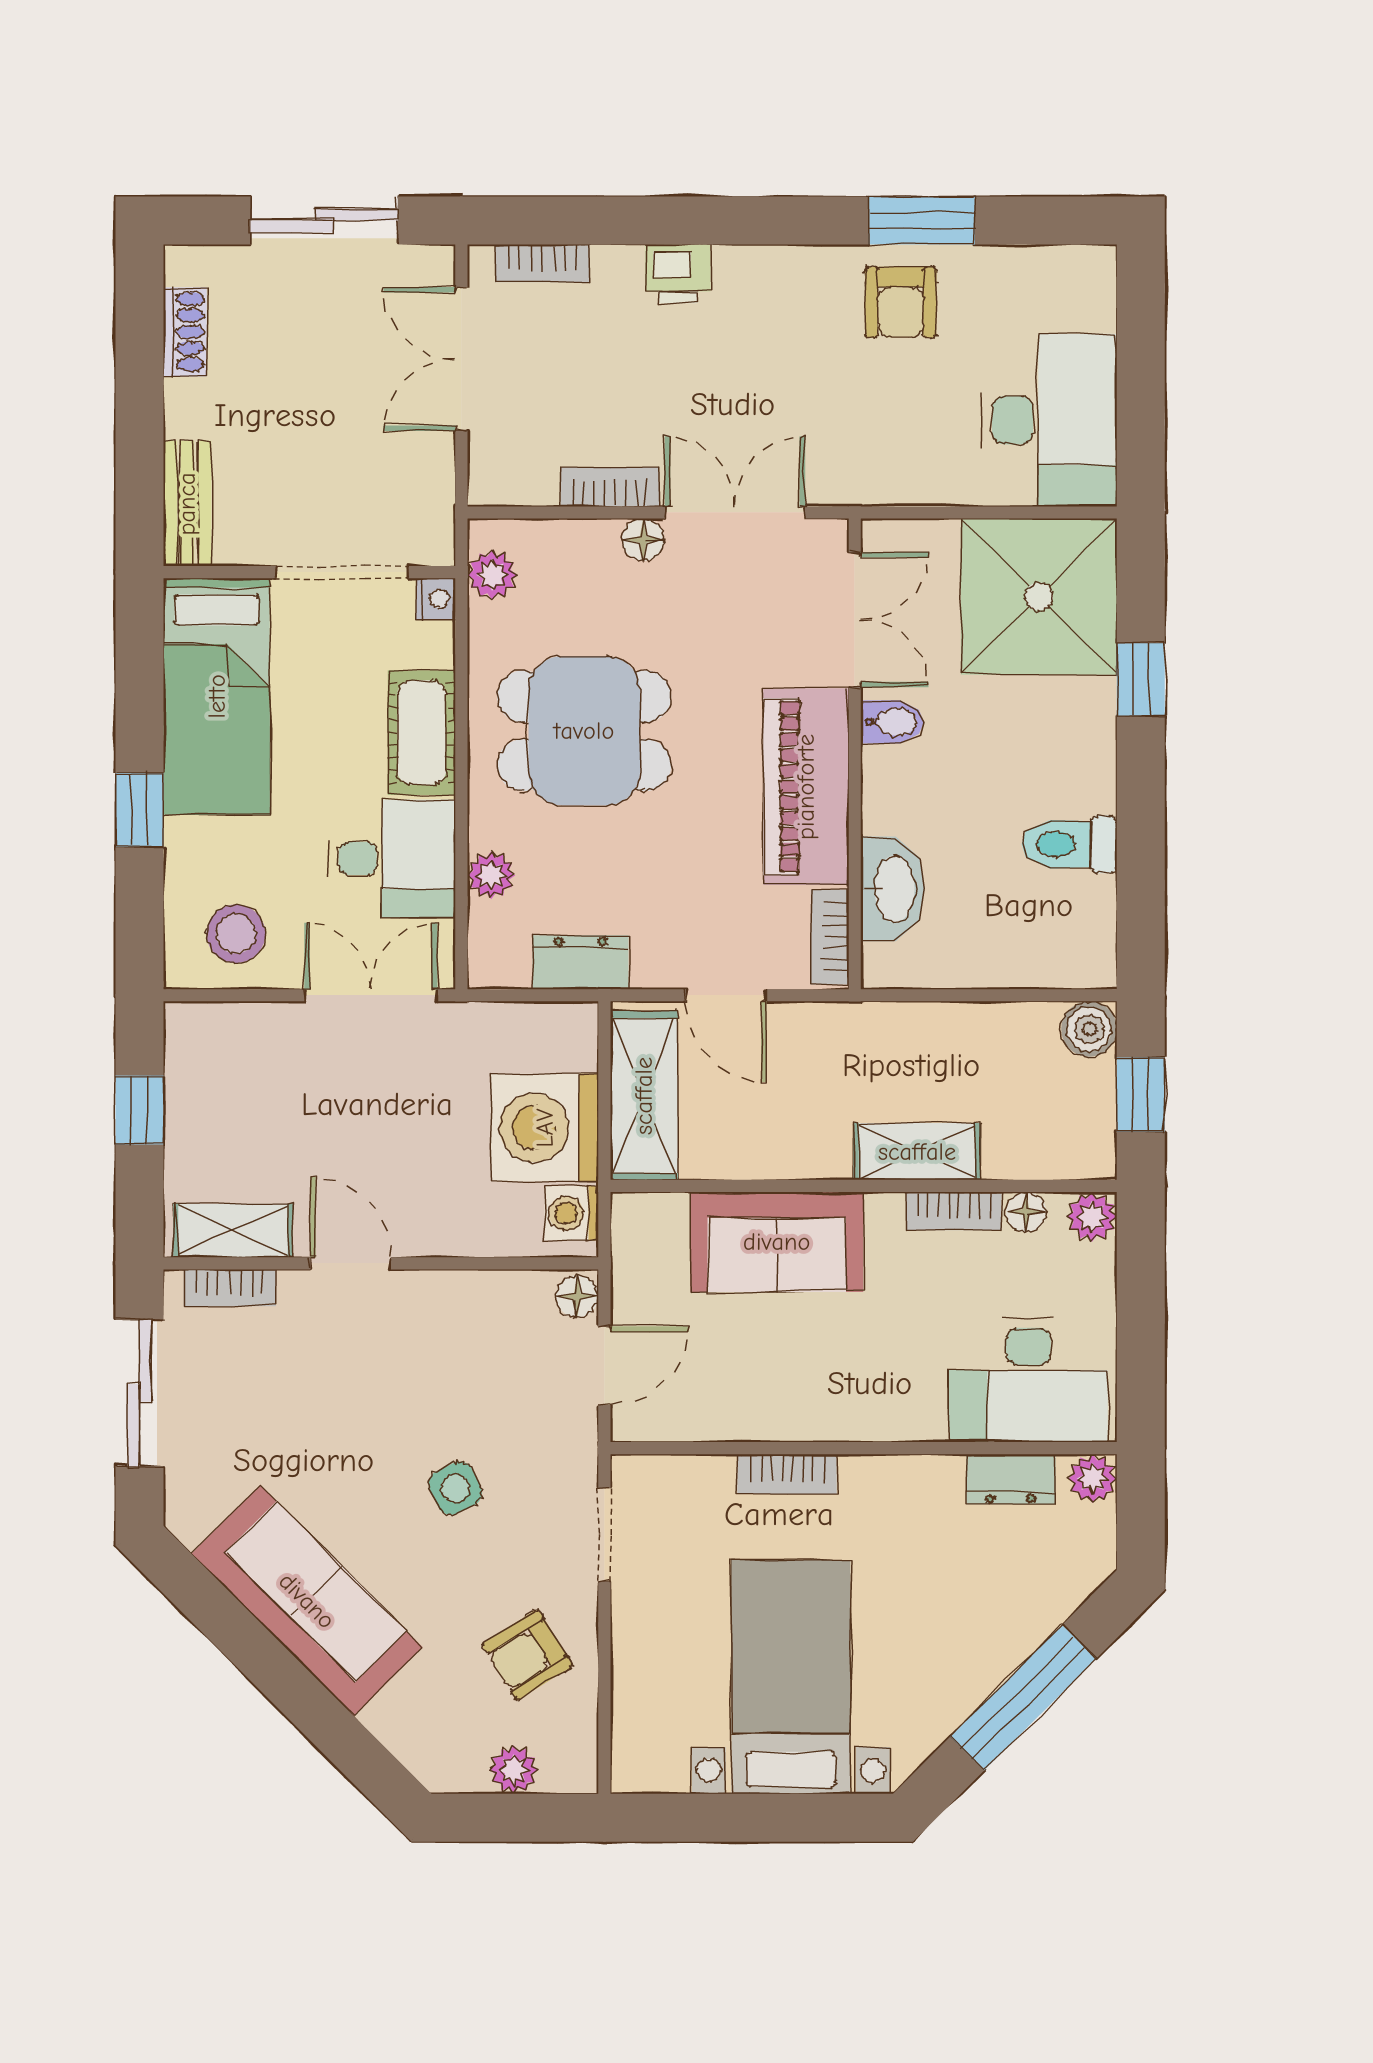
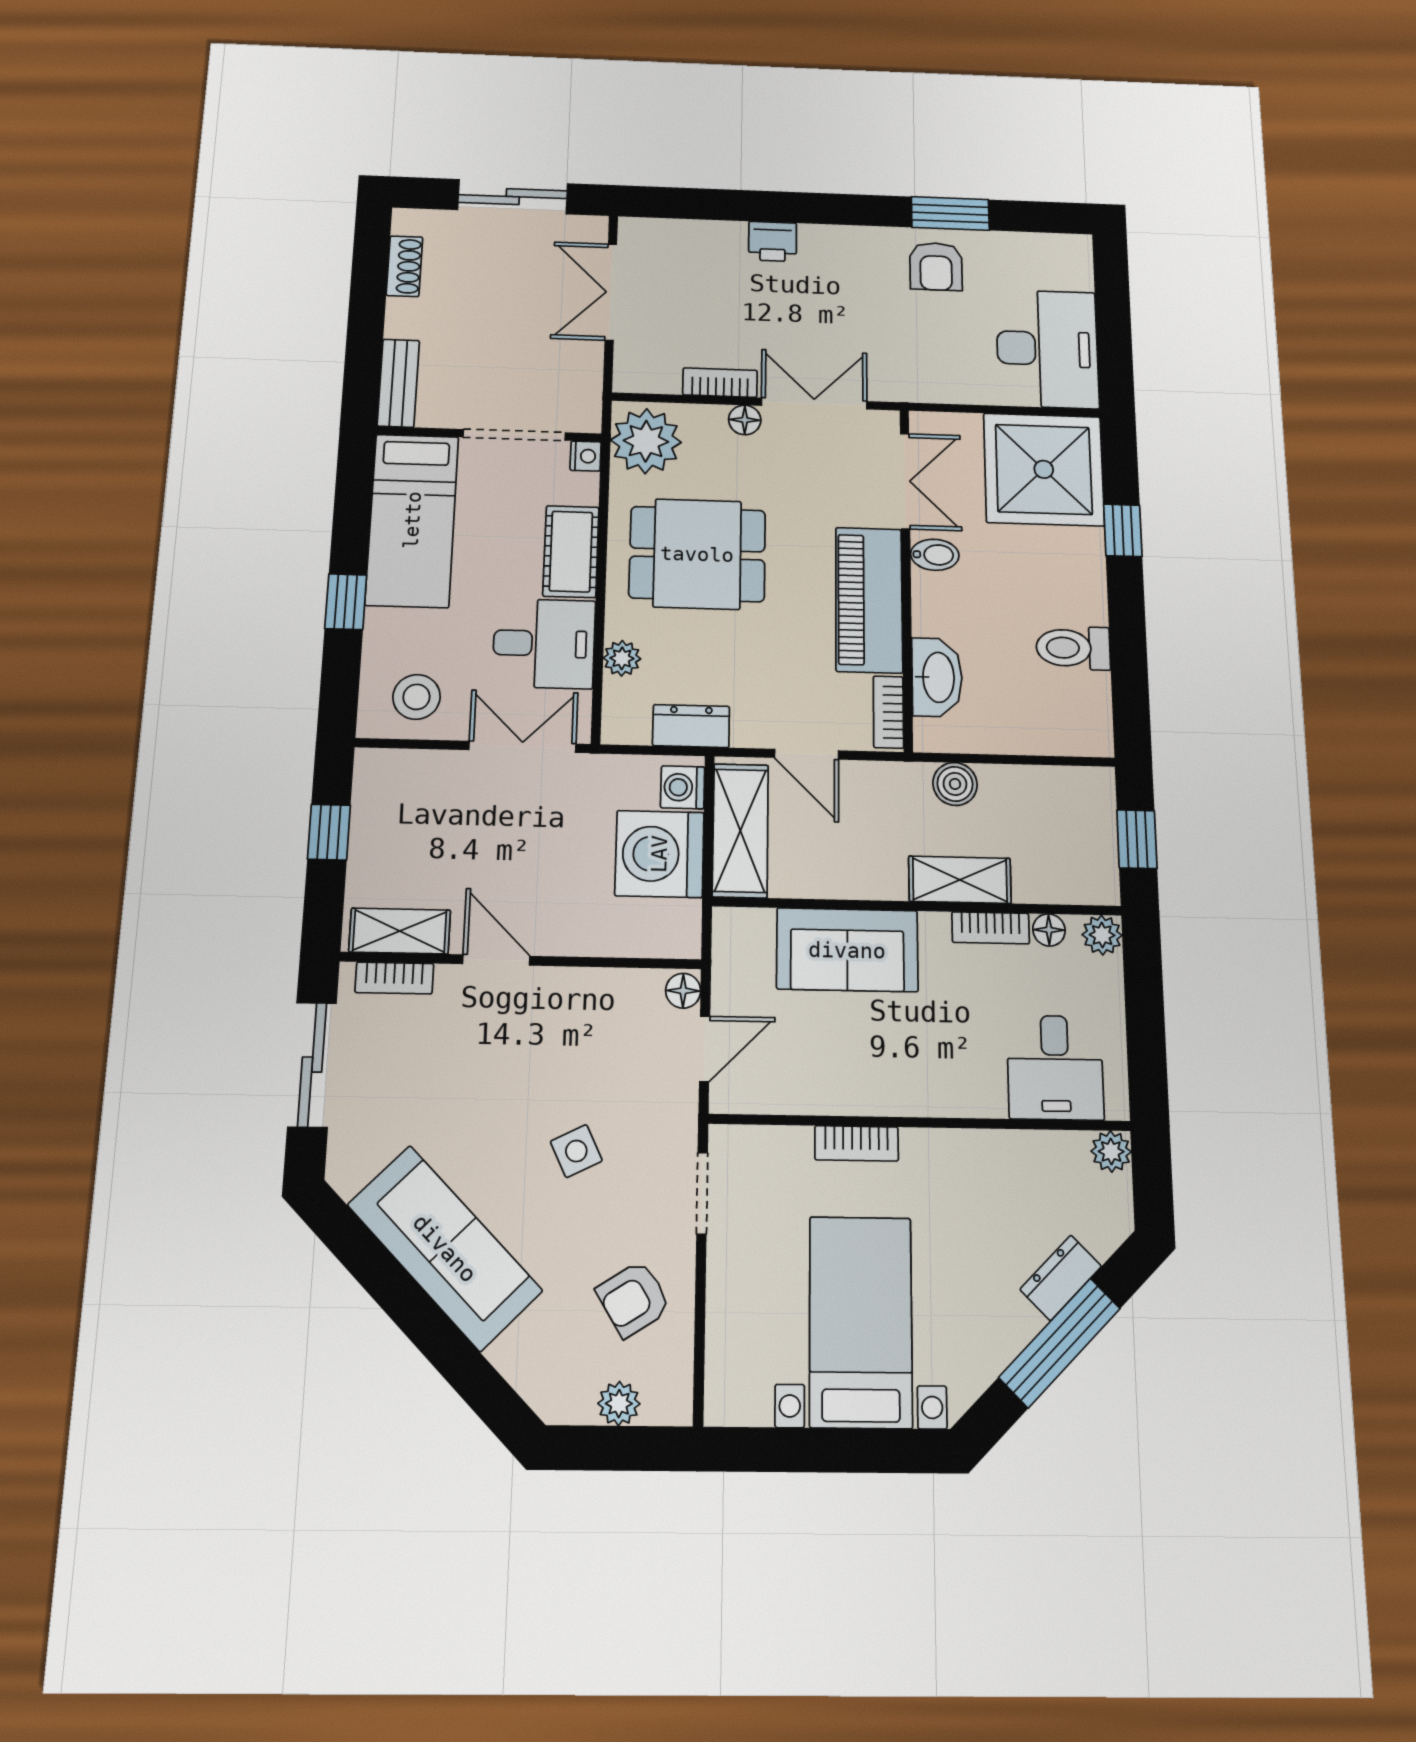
bookcase: (542, 263) -> (673, 231), removed
plant: (492, 575) -> (646, 441), width x1.88, depth x1.88
boiler: (1089, 1029) -> (955, 784), moved
washing machine: (571, 1213) -> (683, 787), moved
desk: (1028, 1380) -> (1055, 1067), width x0.73
dresser: (1011, 1479) -> (1061, 1278), moved, turned 135

